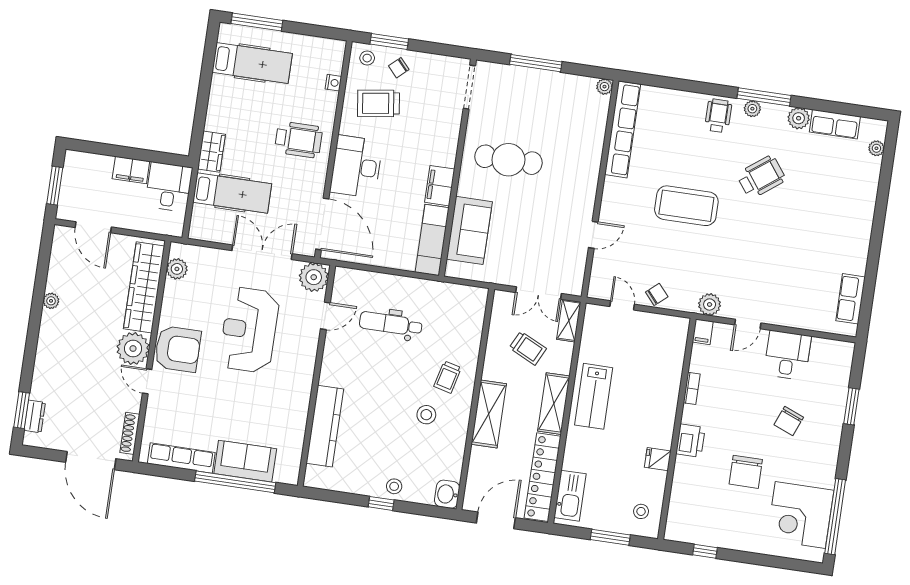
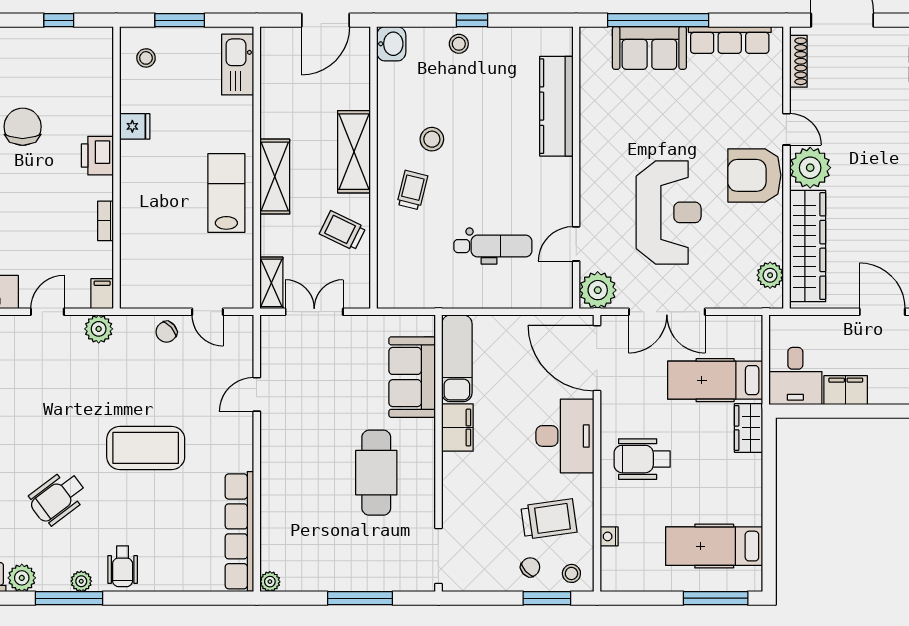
cafe table: (508, 160) -> (376, 473), turned 90
trolley: (528, 348) -> (343, 231), moved
locker: (543, 477) -> (275, 83), removed

